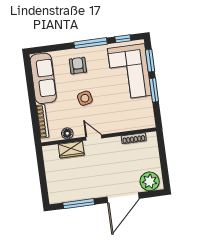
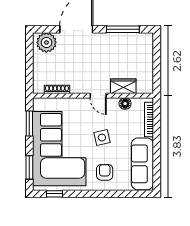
window: (91, 43) -> (88, 194), removed
armchair: (78, 66) -> (105, 172), turned 180
corner sofa: (129, 72) -> (59, 149), width x1.36, depth x1.36
window: (154, 90) -> (29, 123), moved

